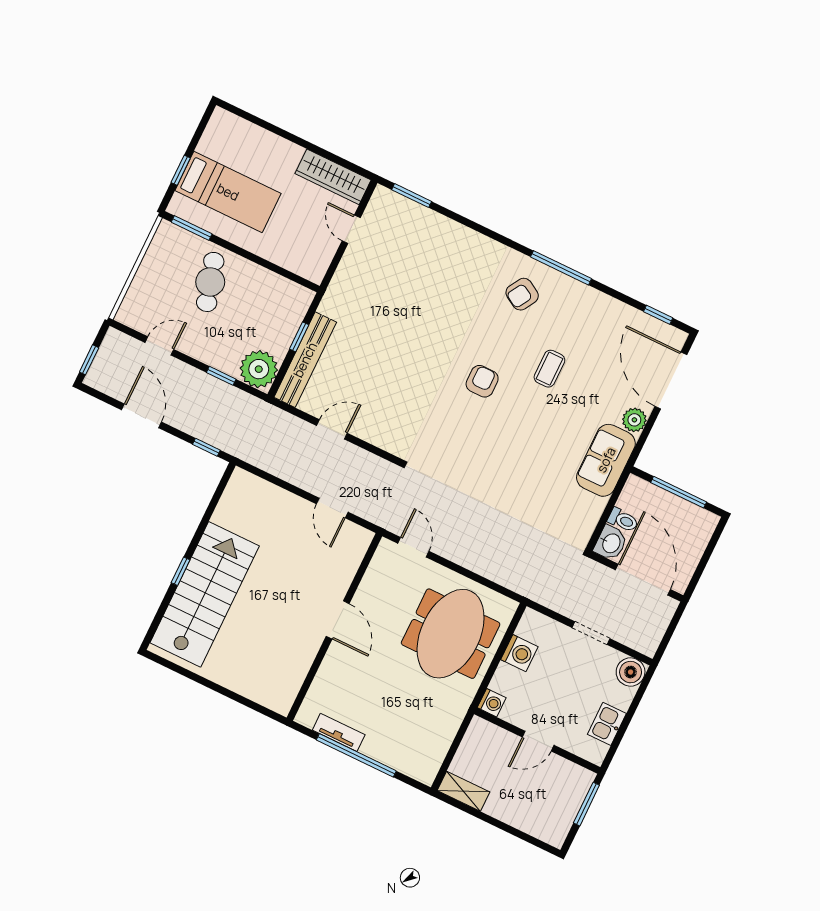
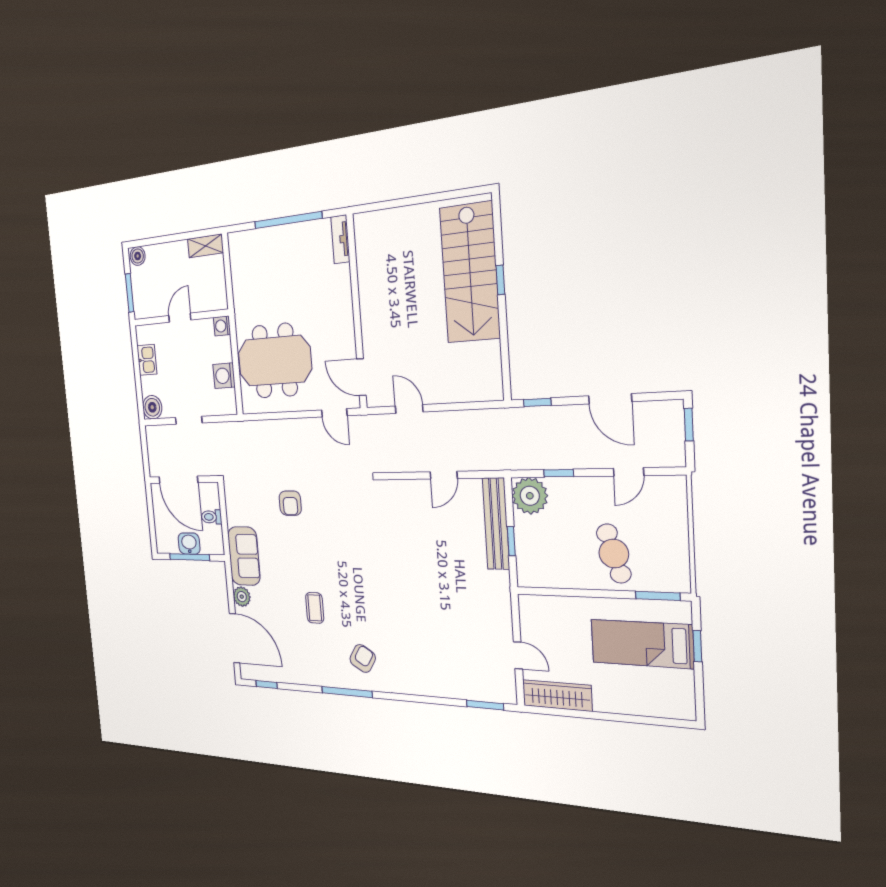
armchair: (482, 381) -> (290, 503), moved
washbasin: (611, 543) -> (189, 544), moved, turned 90
door: (338, 620) -> (361, 377), moved
meeting table: (451, 634) -> (275, 361), turned 90
tv unit: (339, 732) -> (340, 239), moved, turned 90
boiler: (553, 834) -> (138, 256), added

